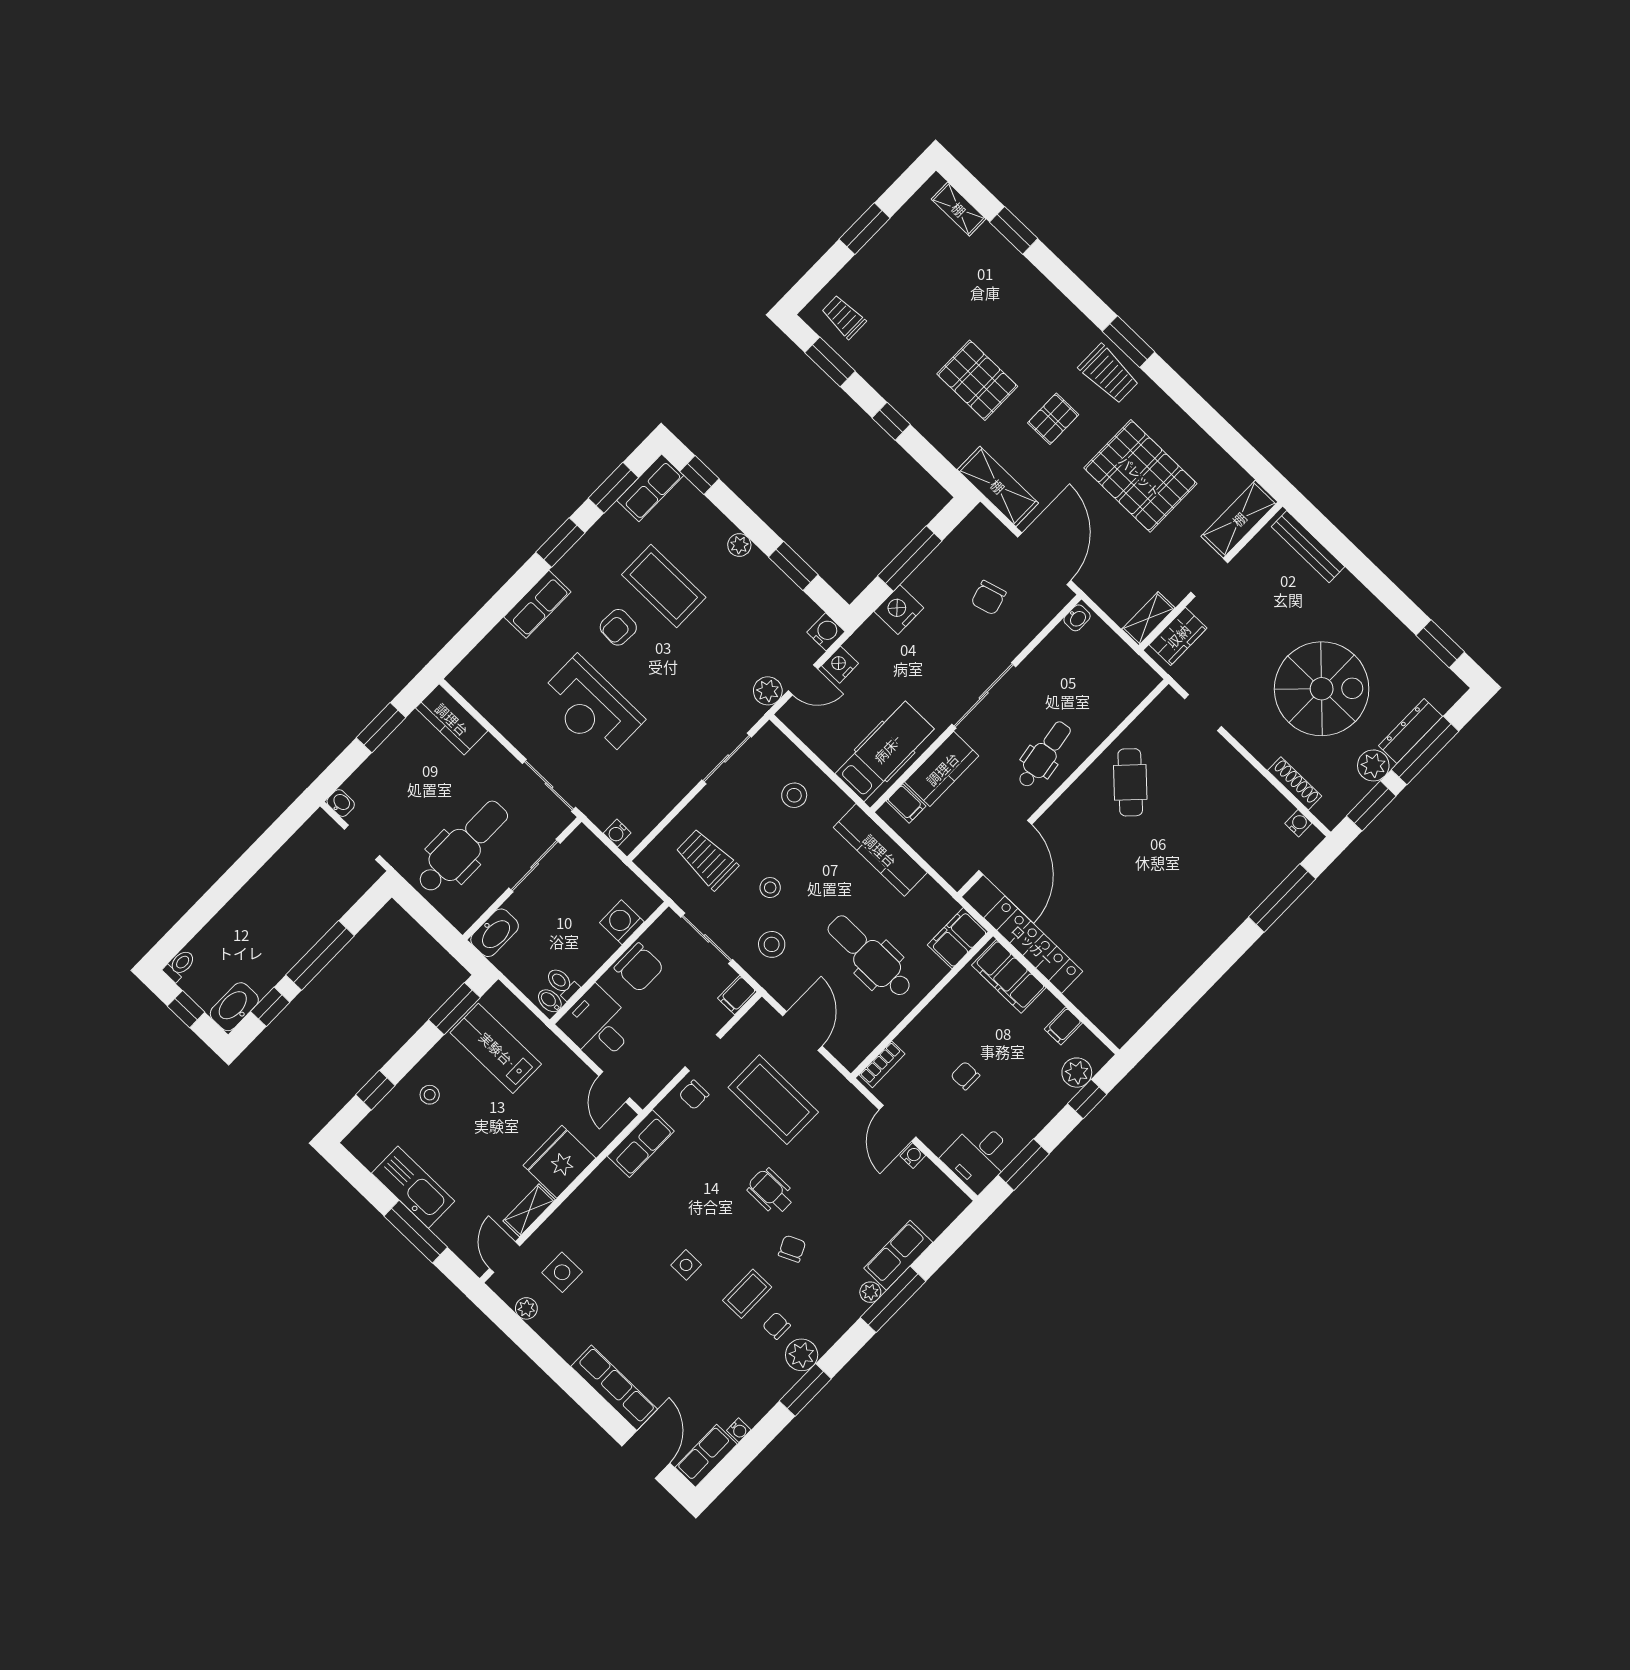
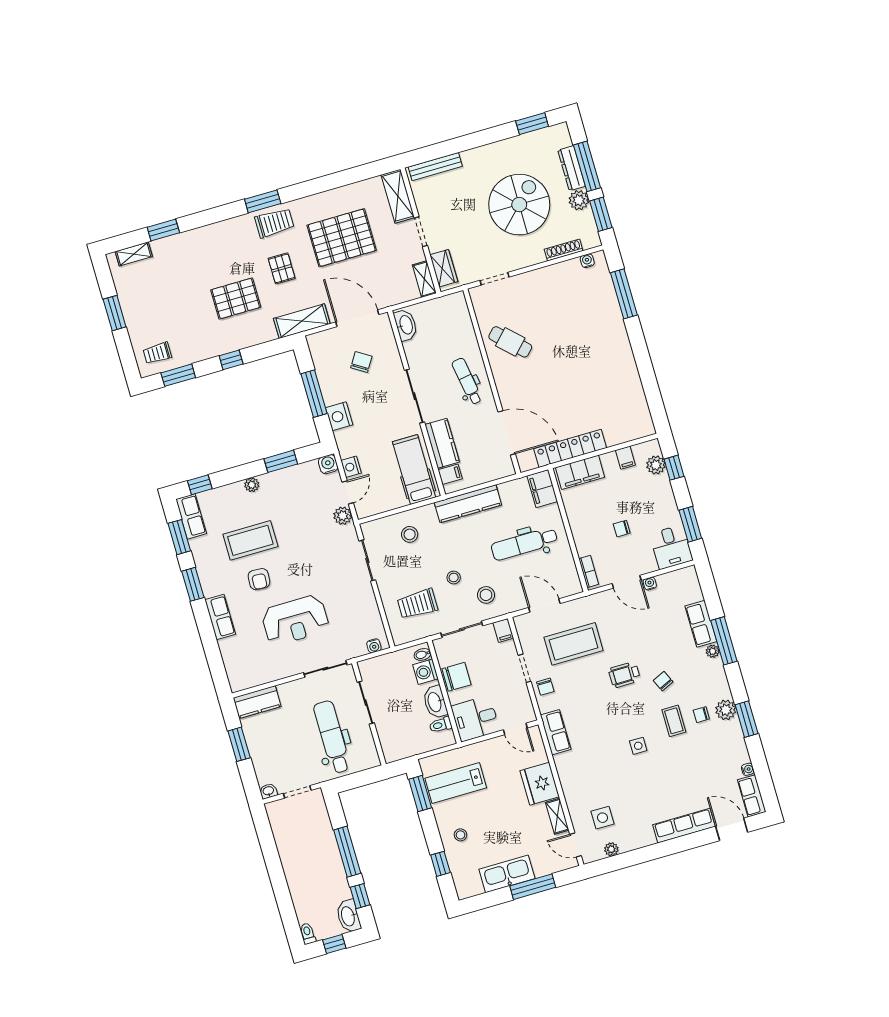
chair: (989, 598) -> (361, 362), turned -132
washbasin: (1077, 618) -> (406, 325), width x1.91, depth x1.45
washbasin: (495, 933) -> (435, 702), moved, turned 180
bidet: (550, 1001) -> (422, 654), moved

